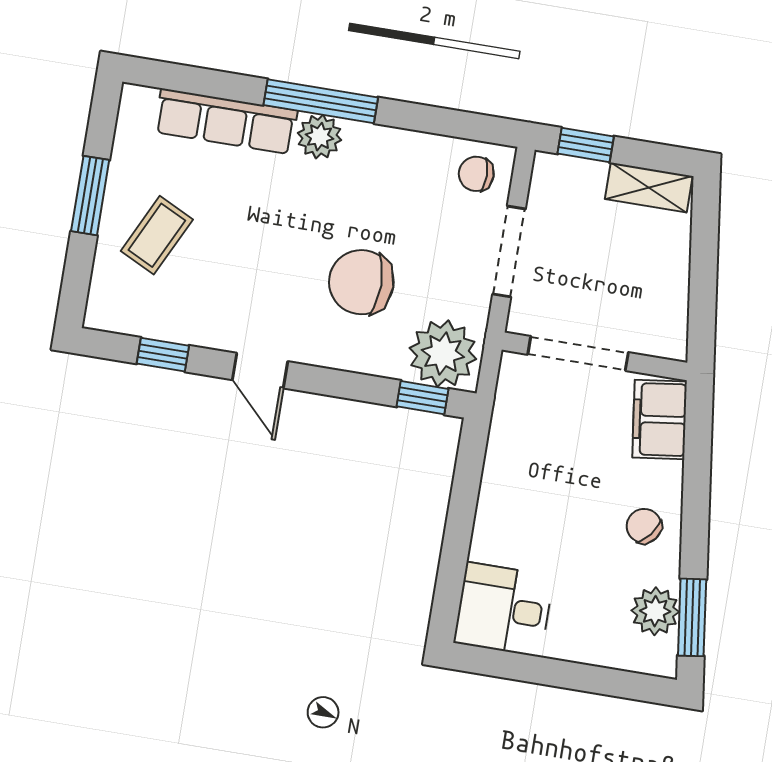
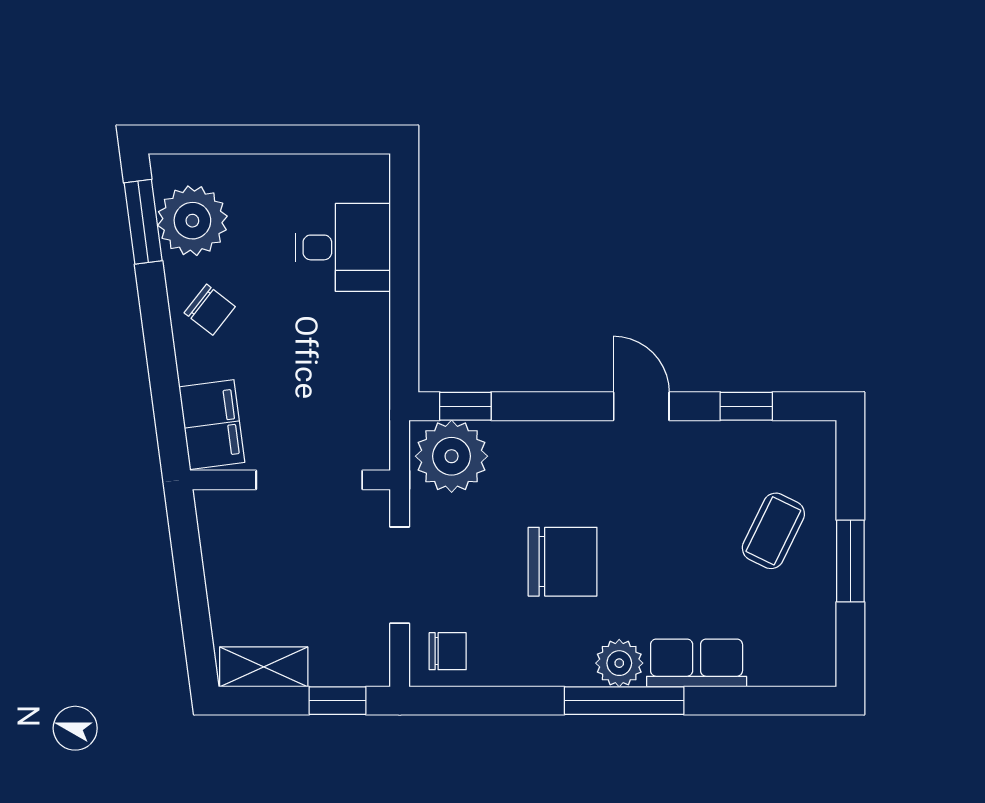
row of seats: (226, 121) -> (697, 663), width x0.68
chair: (361, 282) -> (563, 562), moved
desk: (504, 609) -> (343, 247), moved
plant: (655, 611) -> (192, 221), width x1.36, depth x1.36

